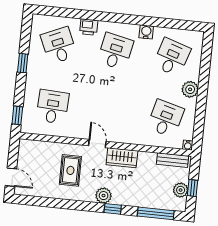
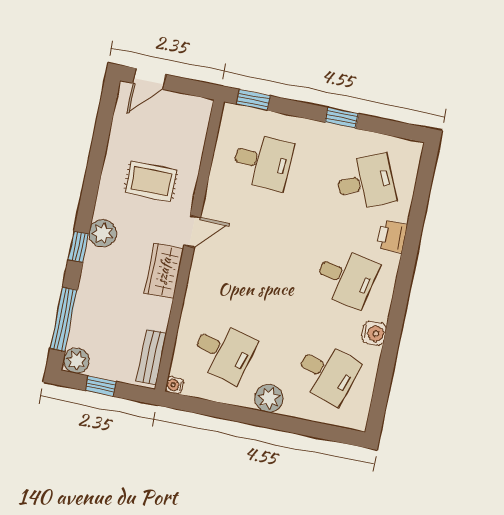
plant: (181, 190) -> (77, 361), moved

